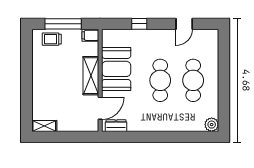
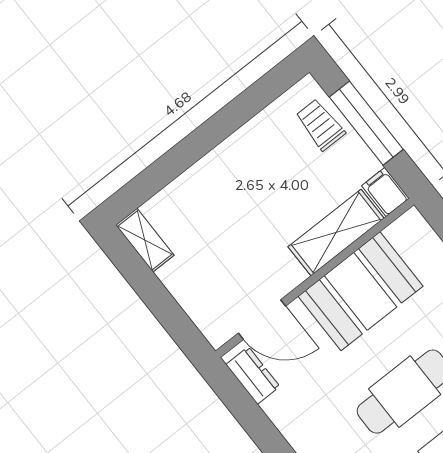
shelving: (91, 76) -> (336, 233), moved

